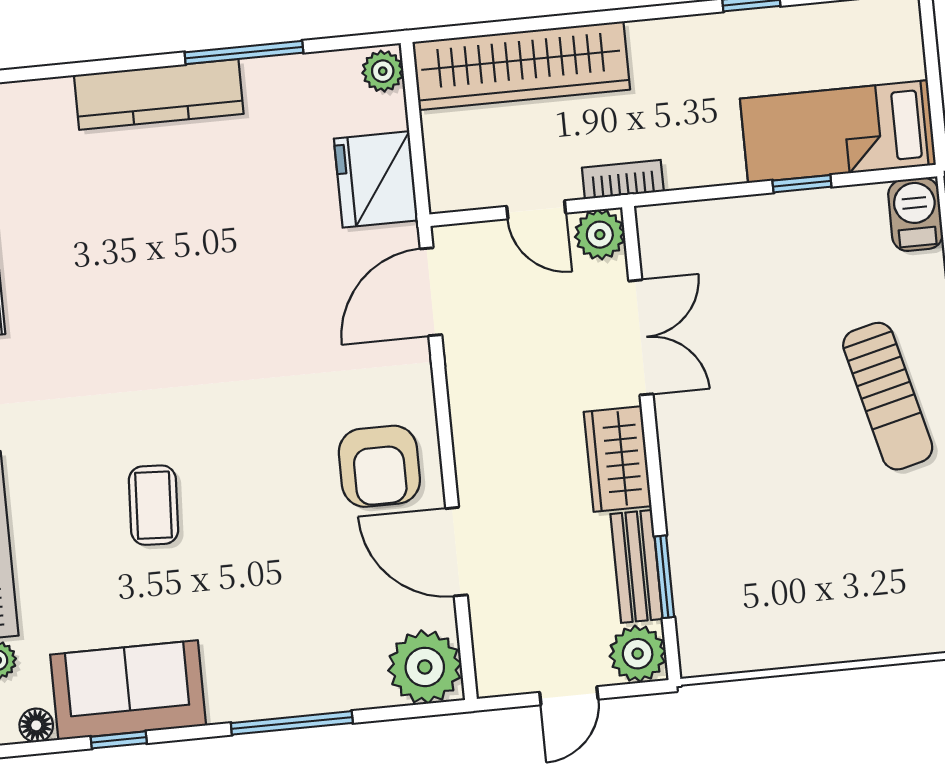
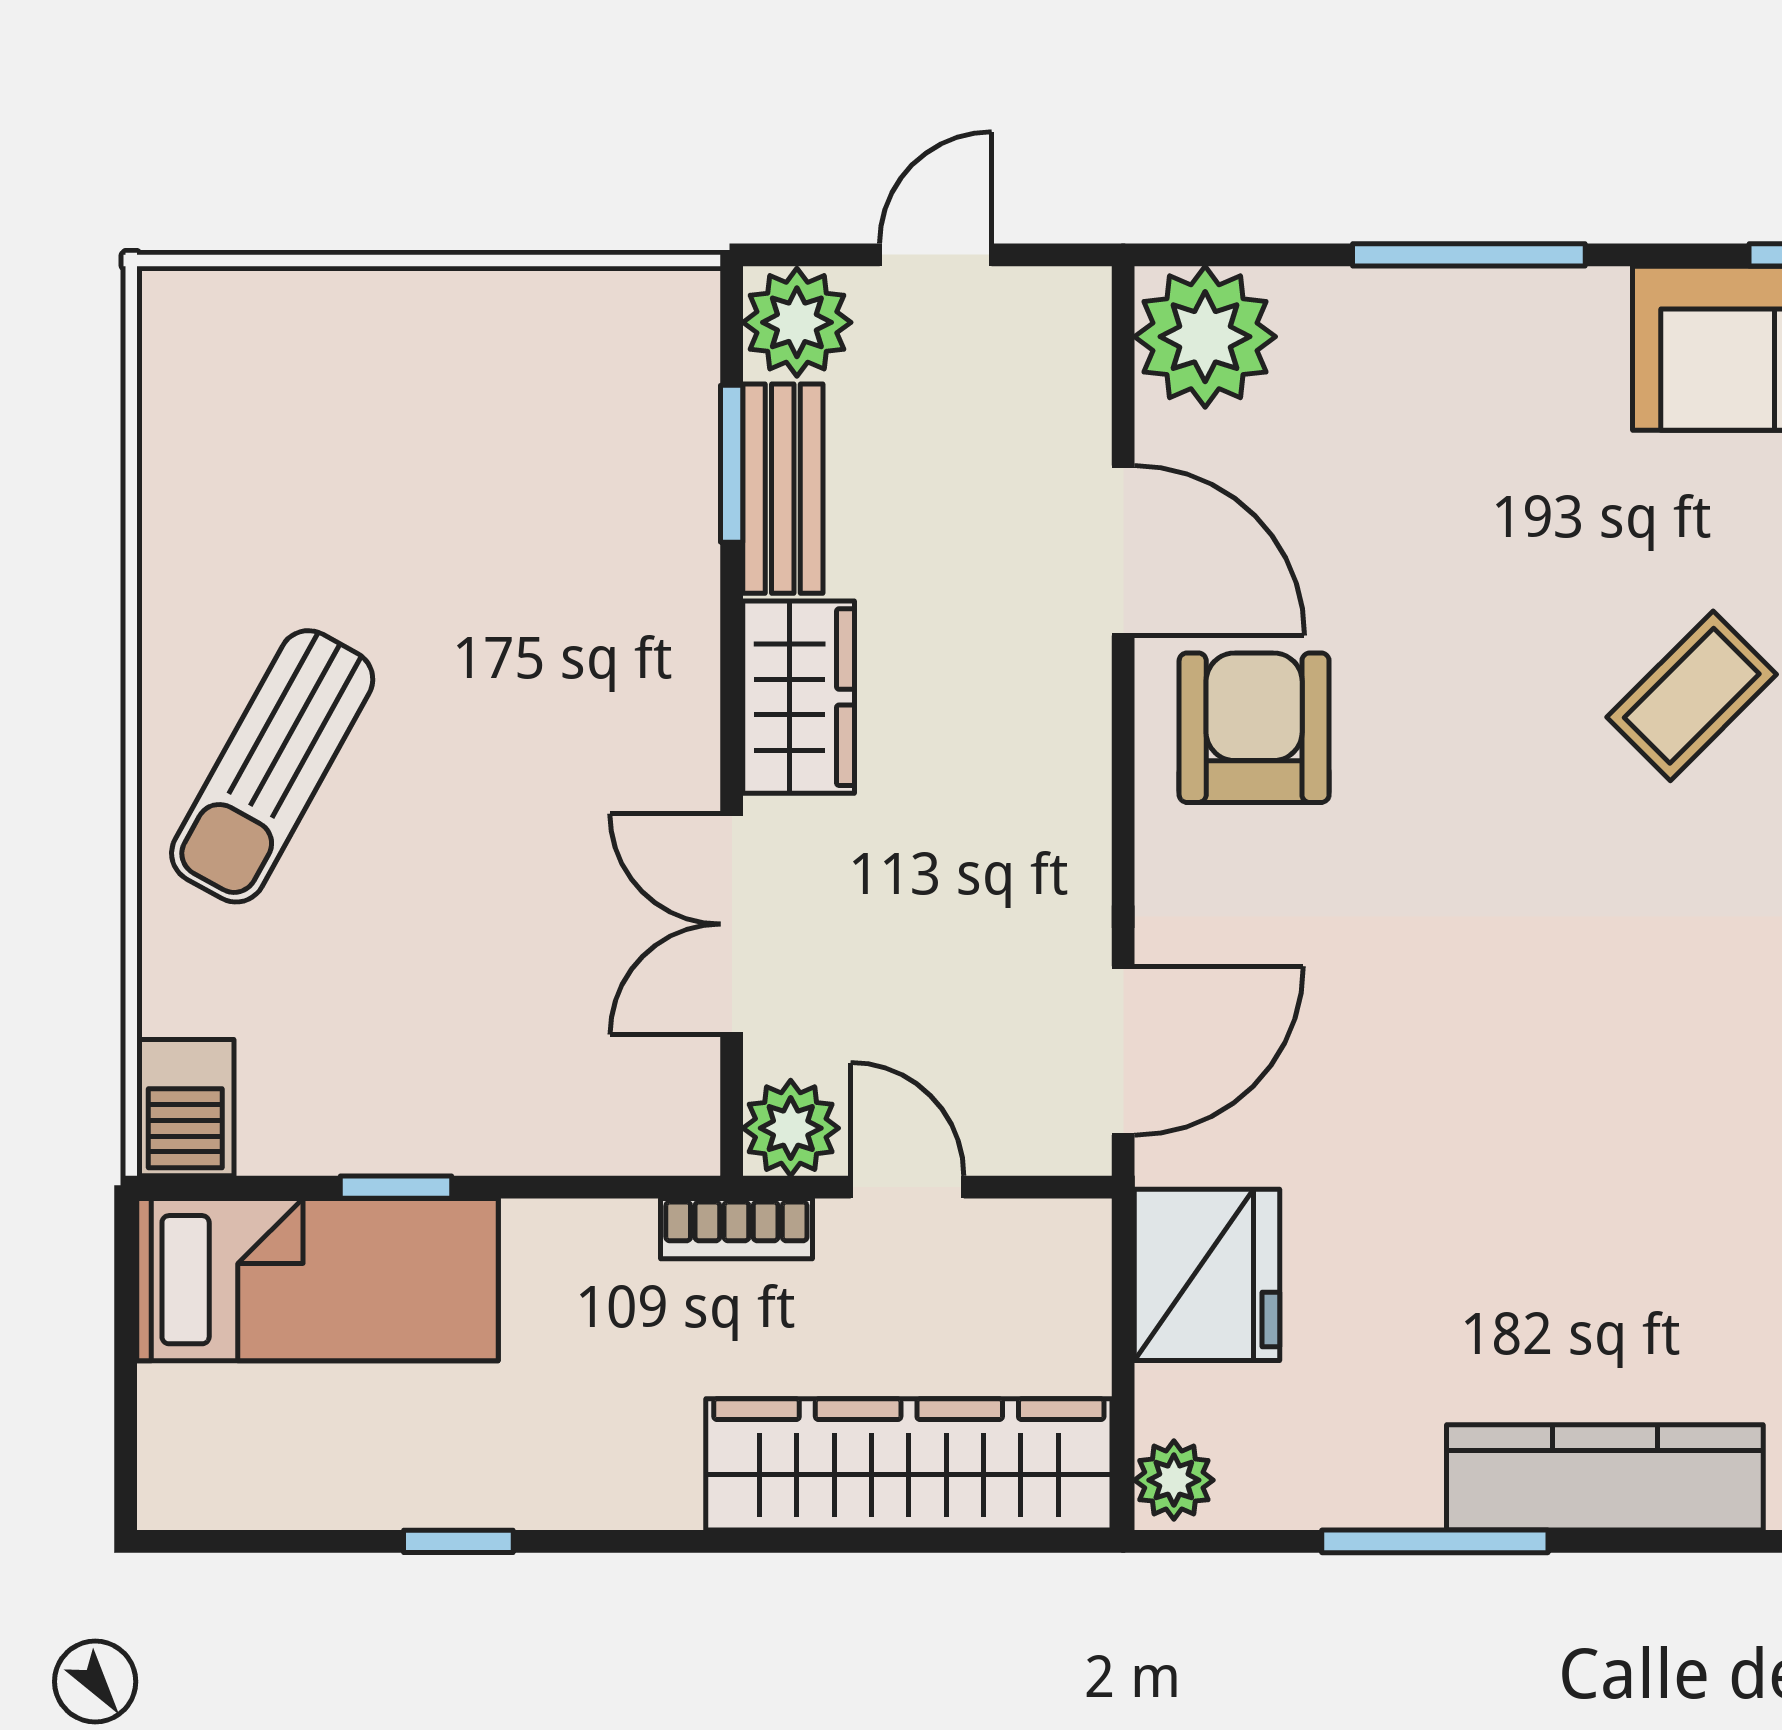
sun lounger: (888, 396) -> (272, 766), turned -137
coffee table: (153, 505) -> (1692, 696), turned 42

